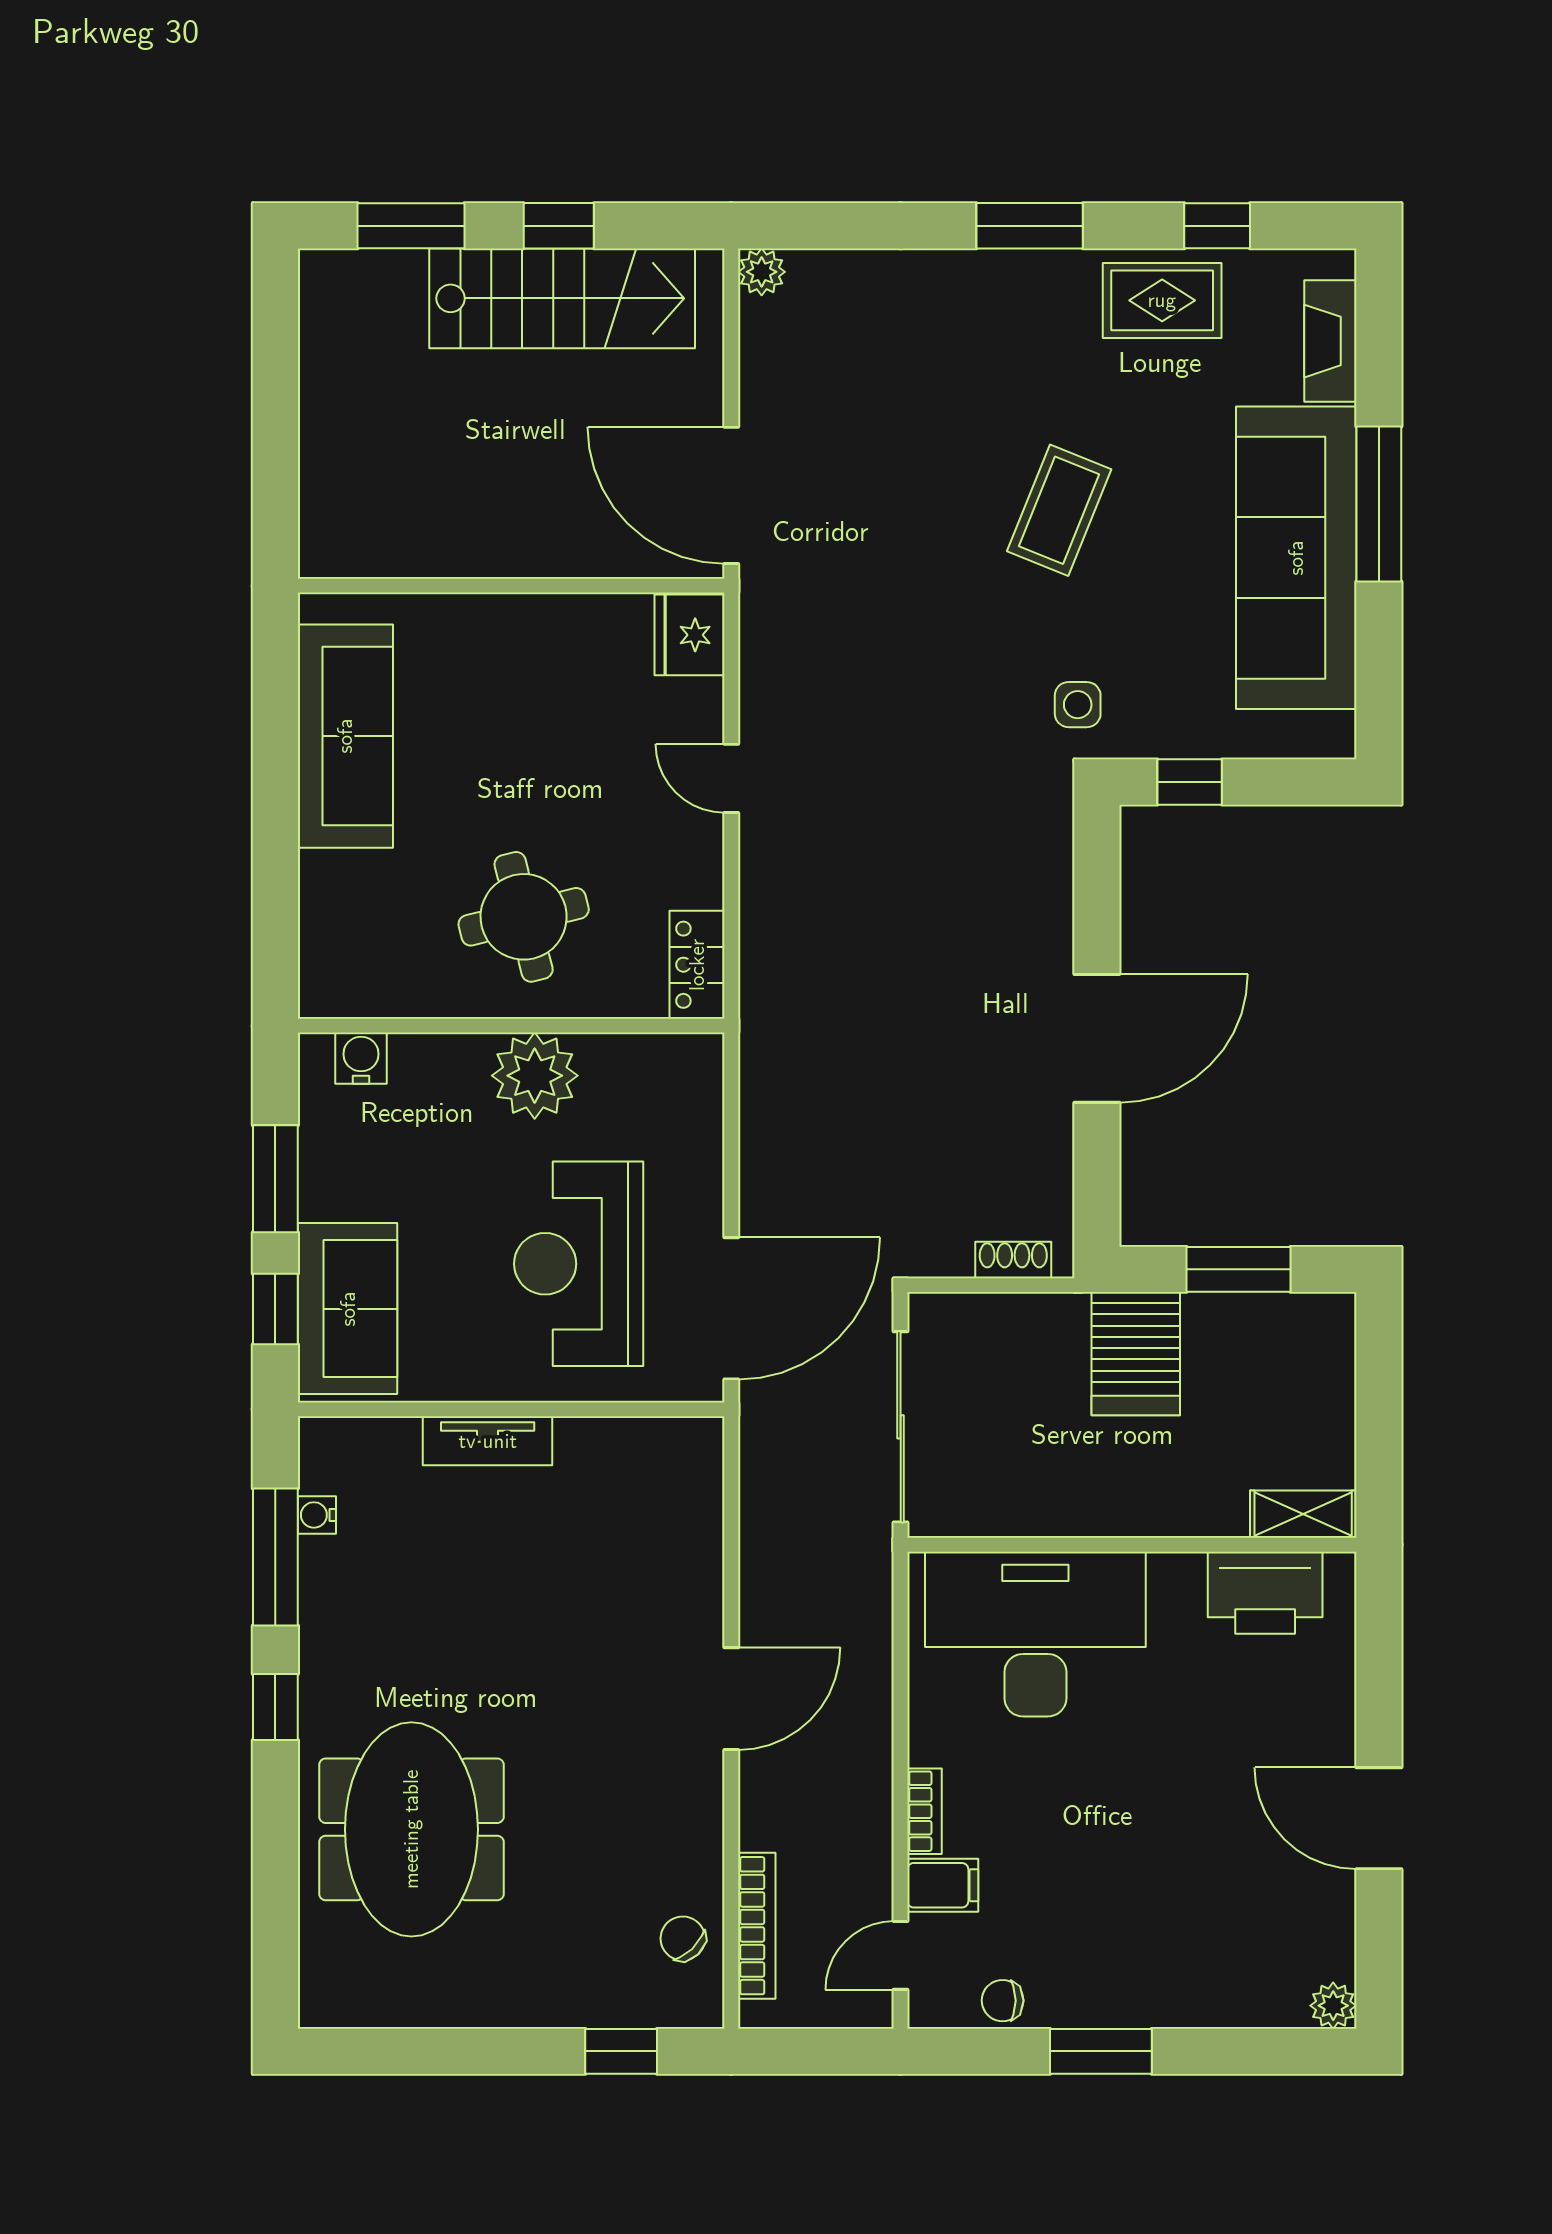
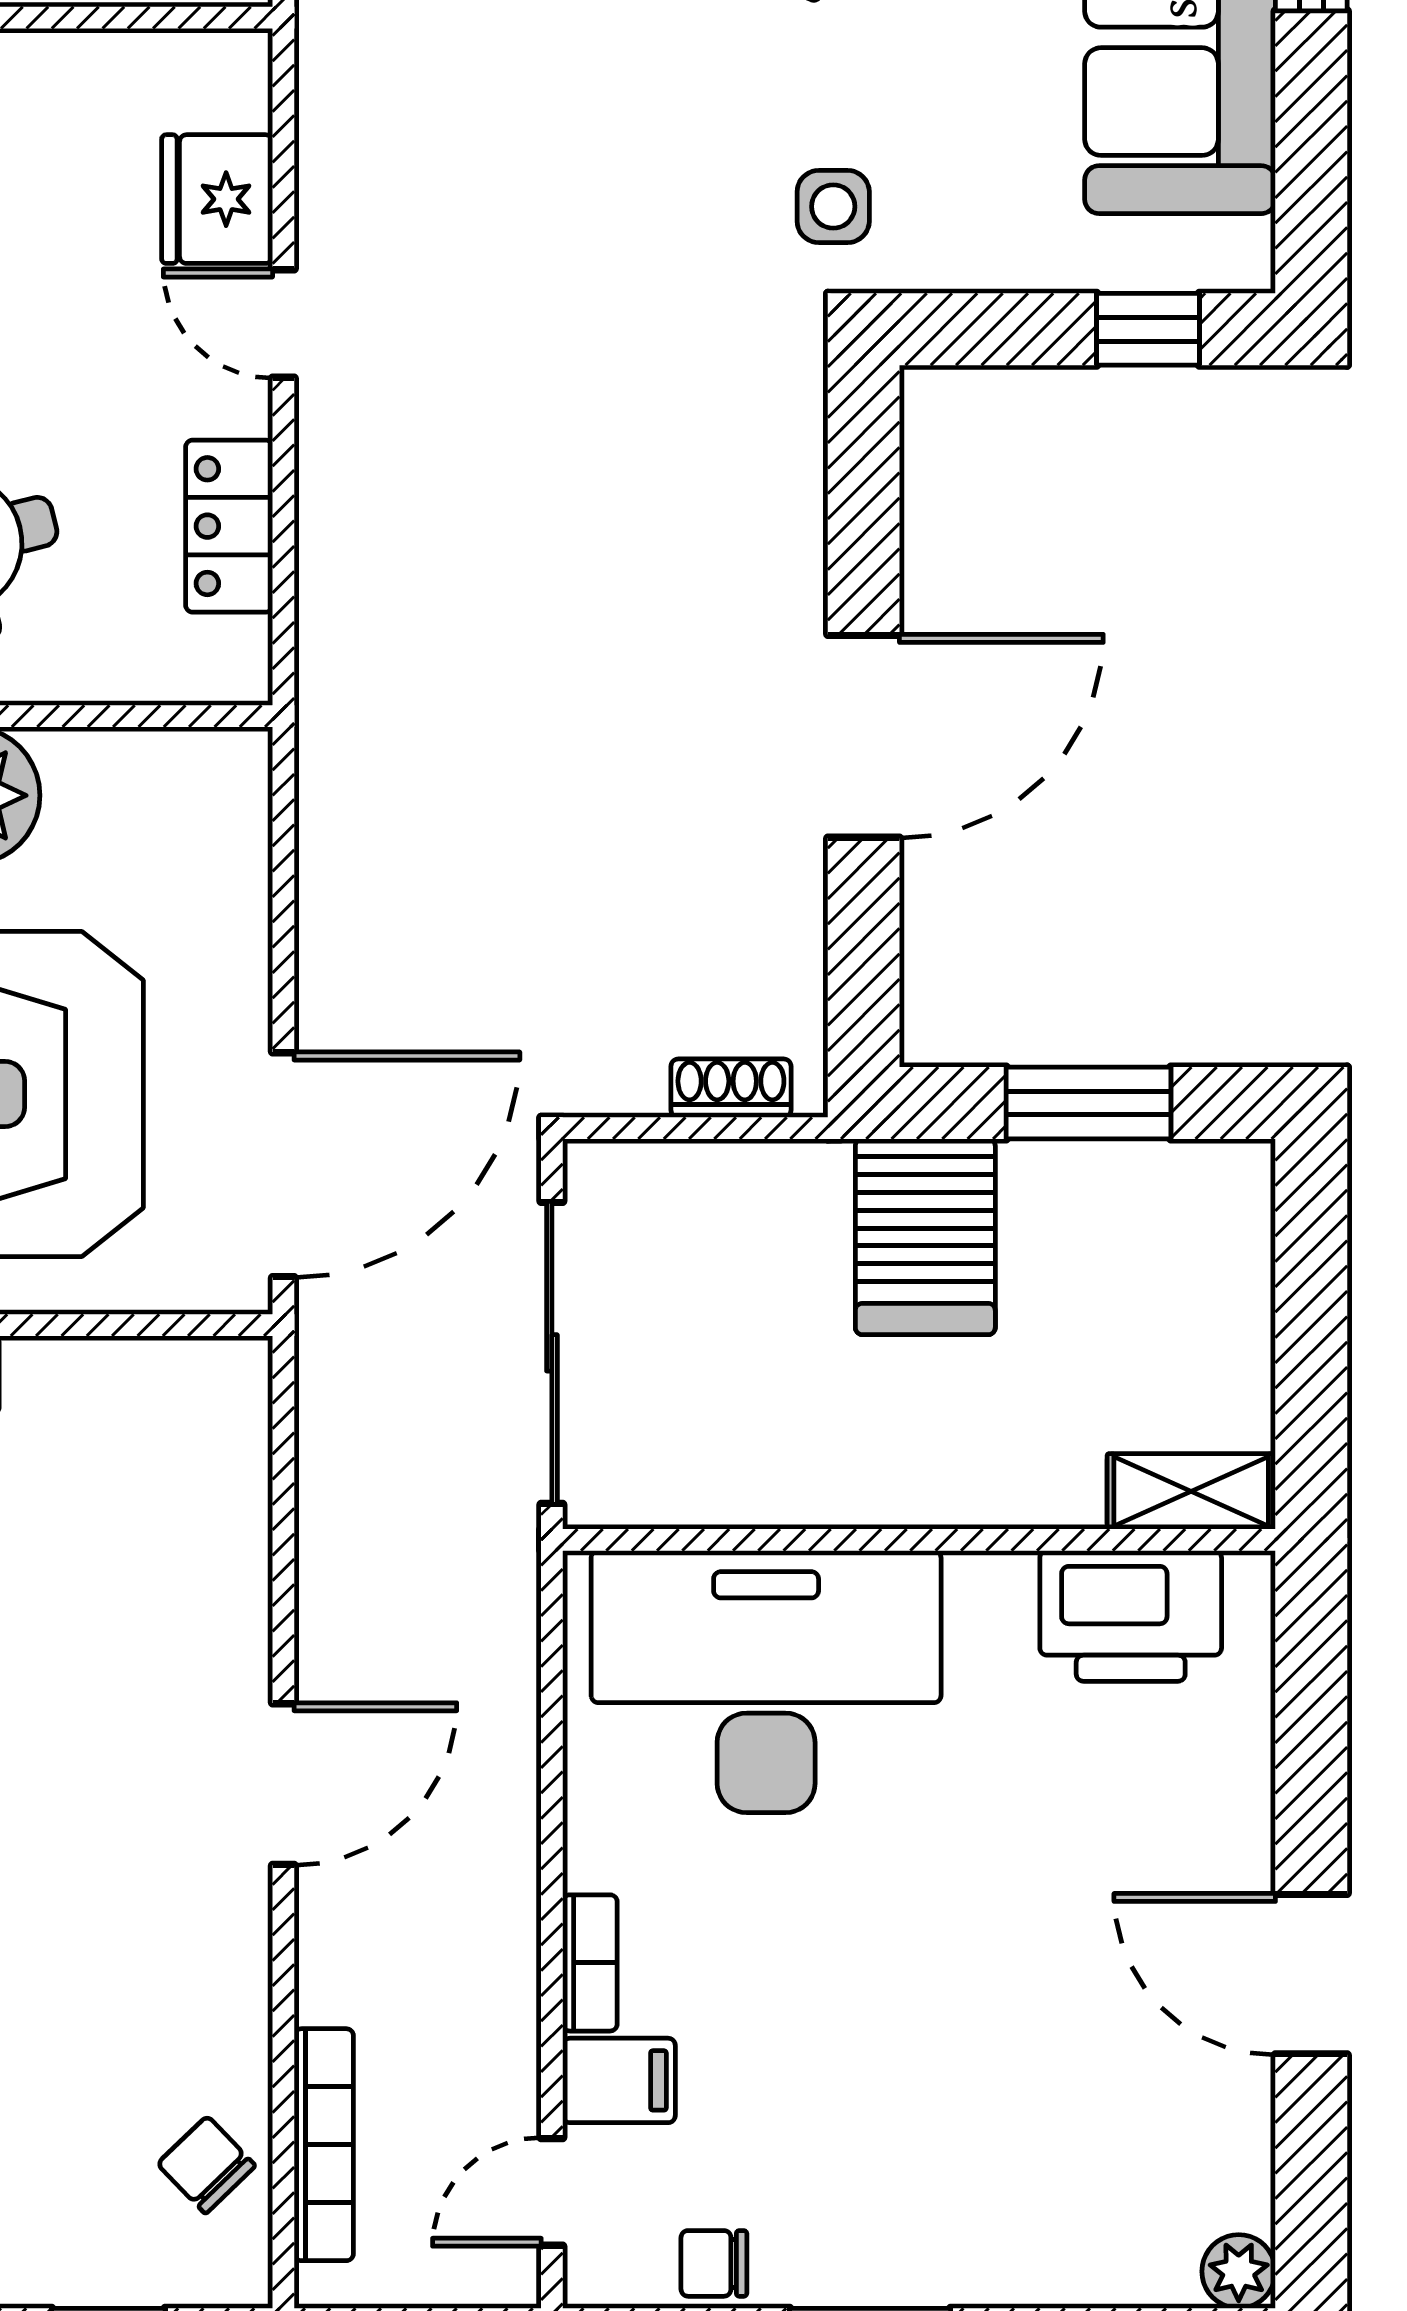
fridge: (690, 635) -> (217, 199), moved
window: (1190, 782) -> (1148, 329), moved
locker: (697, 965) -> (229, 526), moved

